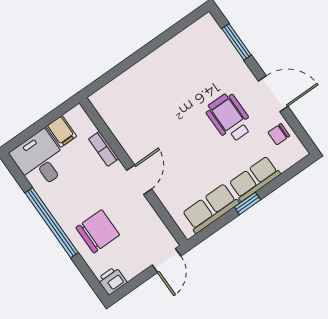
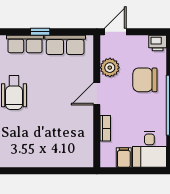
plant: (145, 218) -> (110, 68), added

